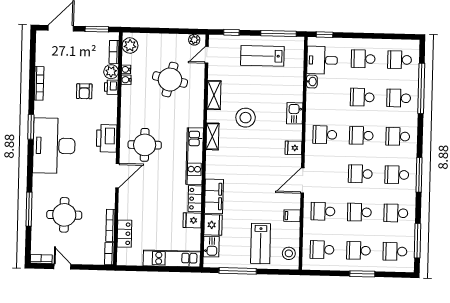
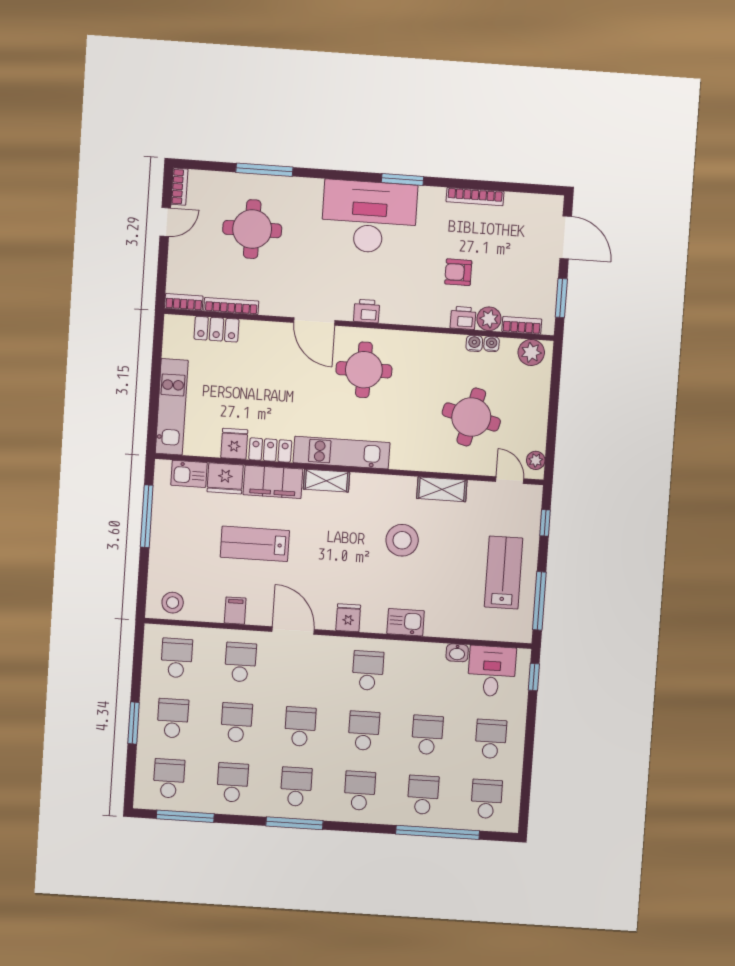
shelving: (212, 136) -> (326, 481), moved
printer: (107, 138) -> (367, 311), width x0.53, depth x0.68
lab bench: (261, 243) -> (255, 544), moved

